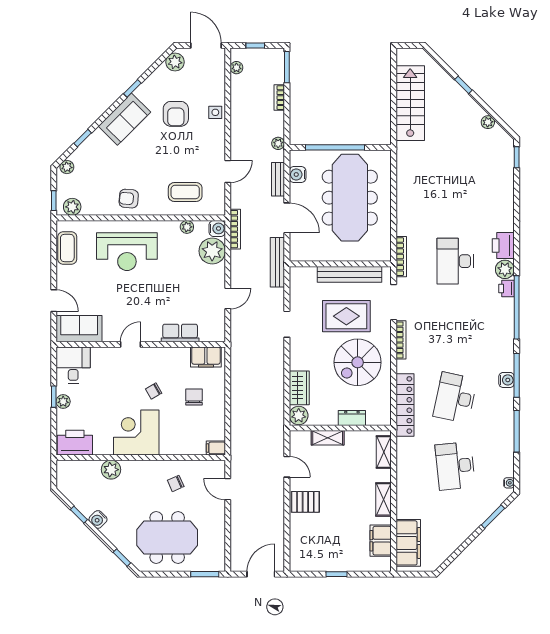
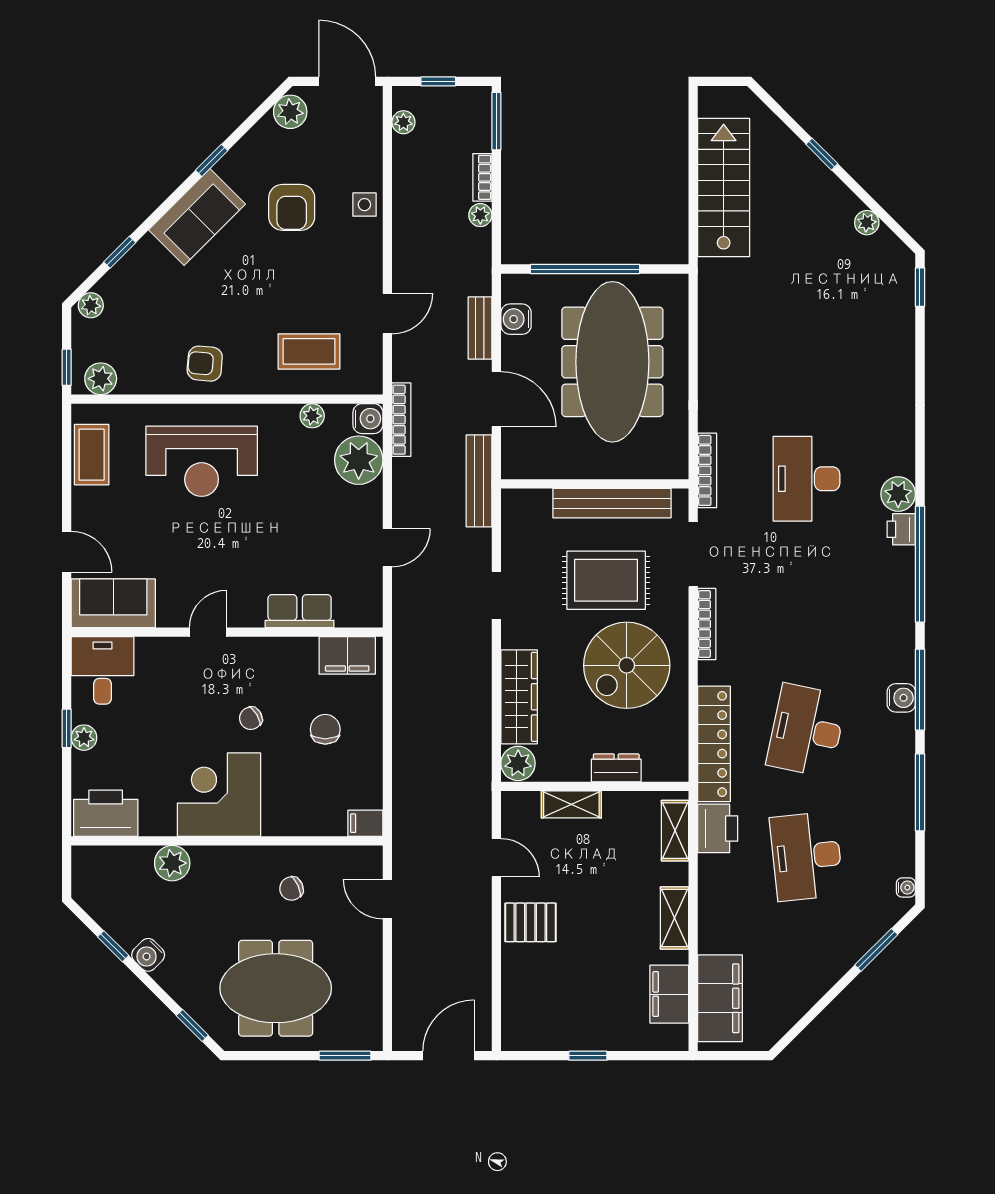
plant: (278, 143) -> (480, 215), moved
printer: (503, 246) -> (718, 828), moved, turned 180
wardrobe: (299, 388) -> (519, 697), width x1.50

